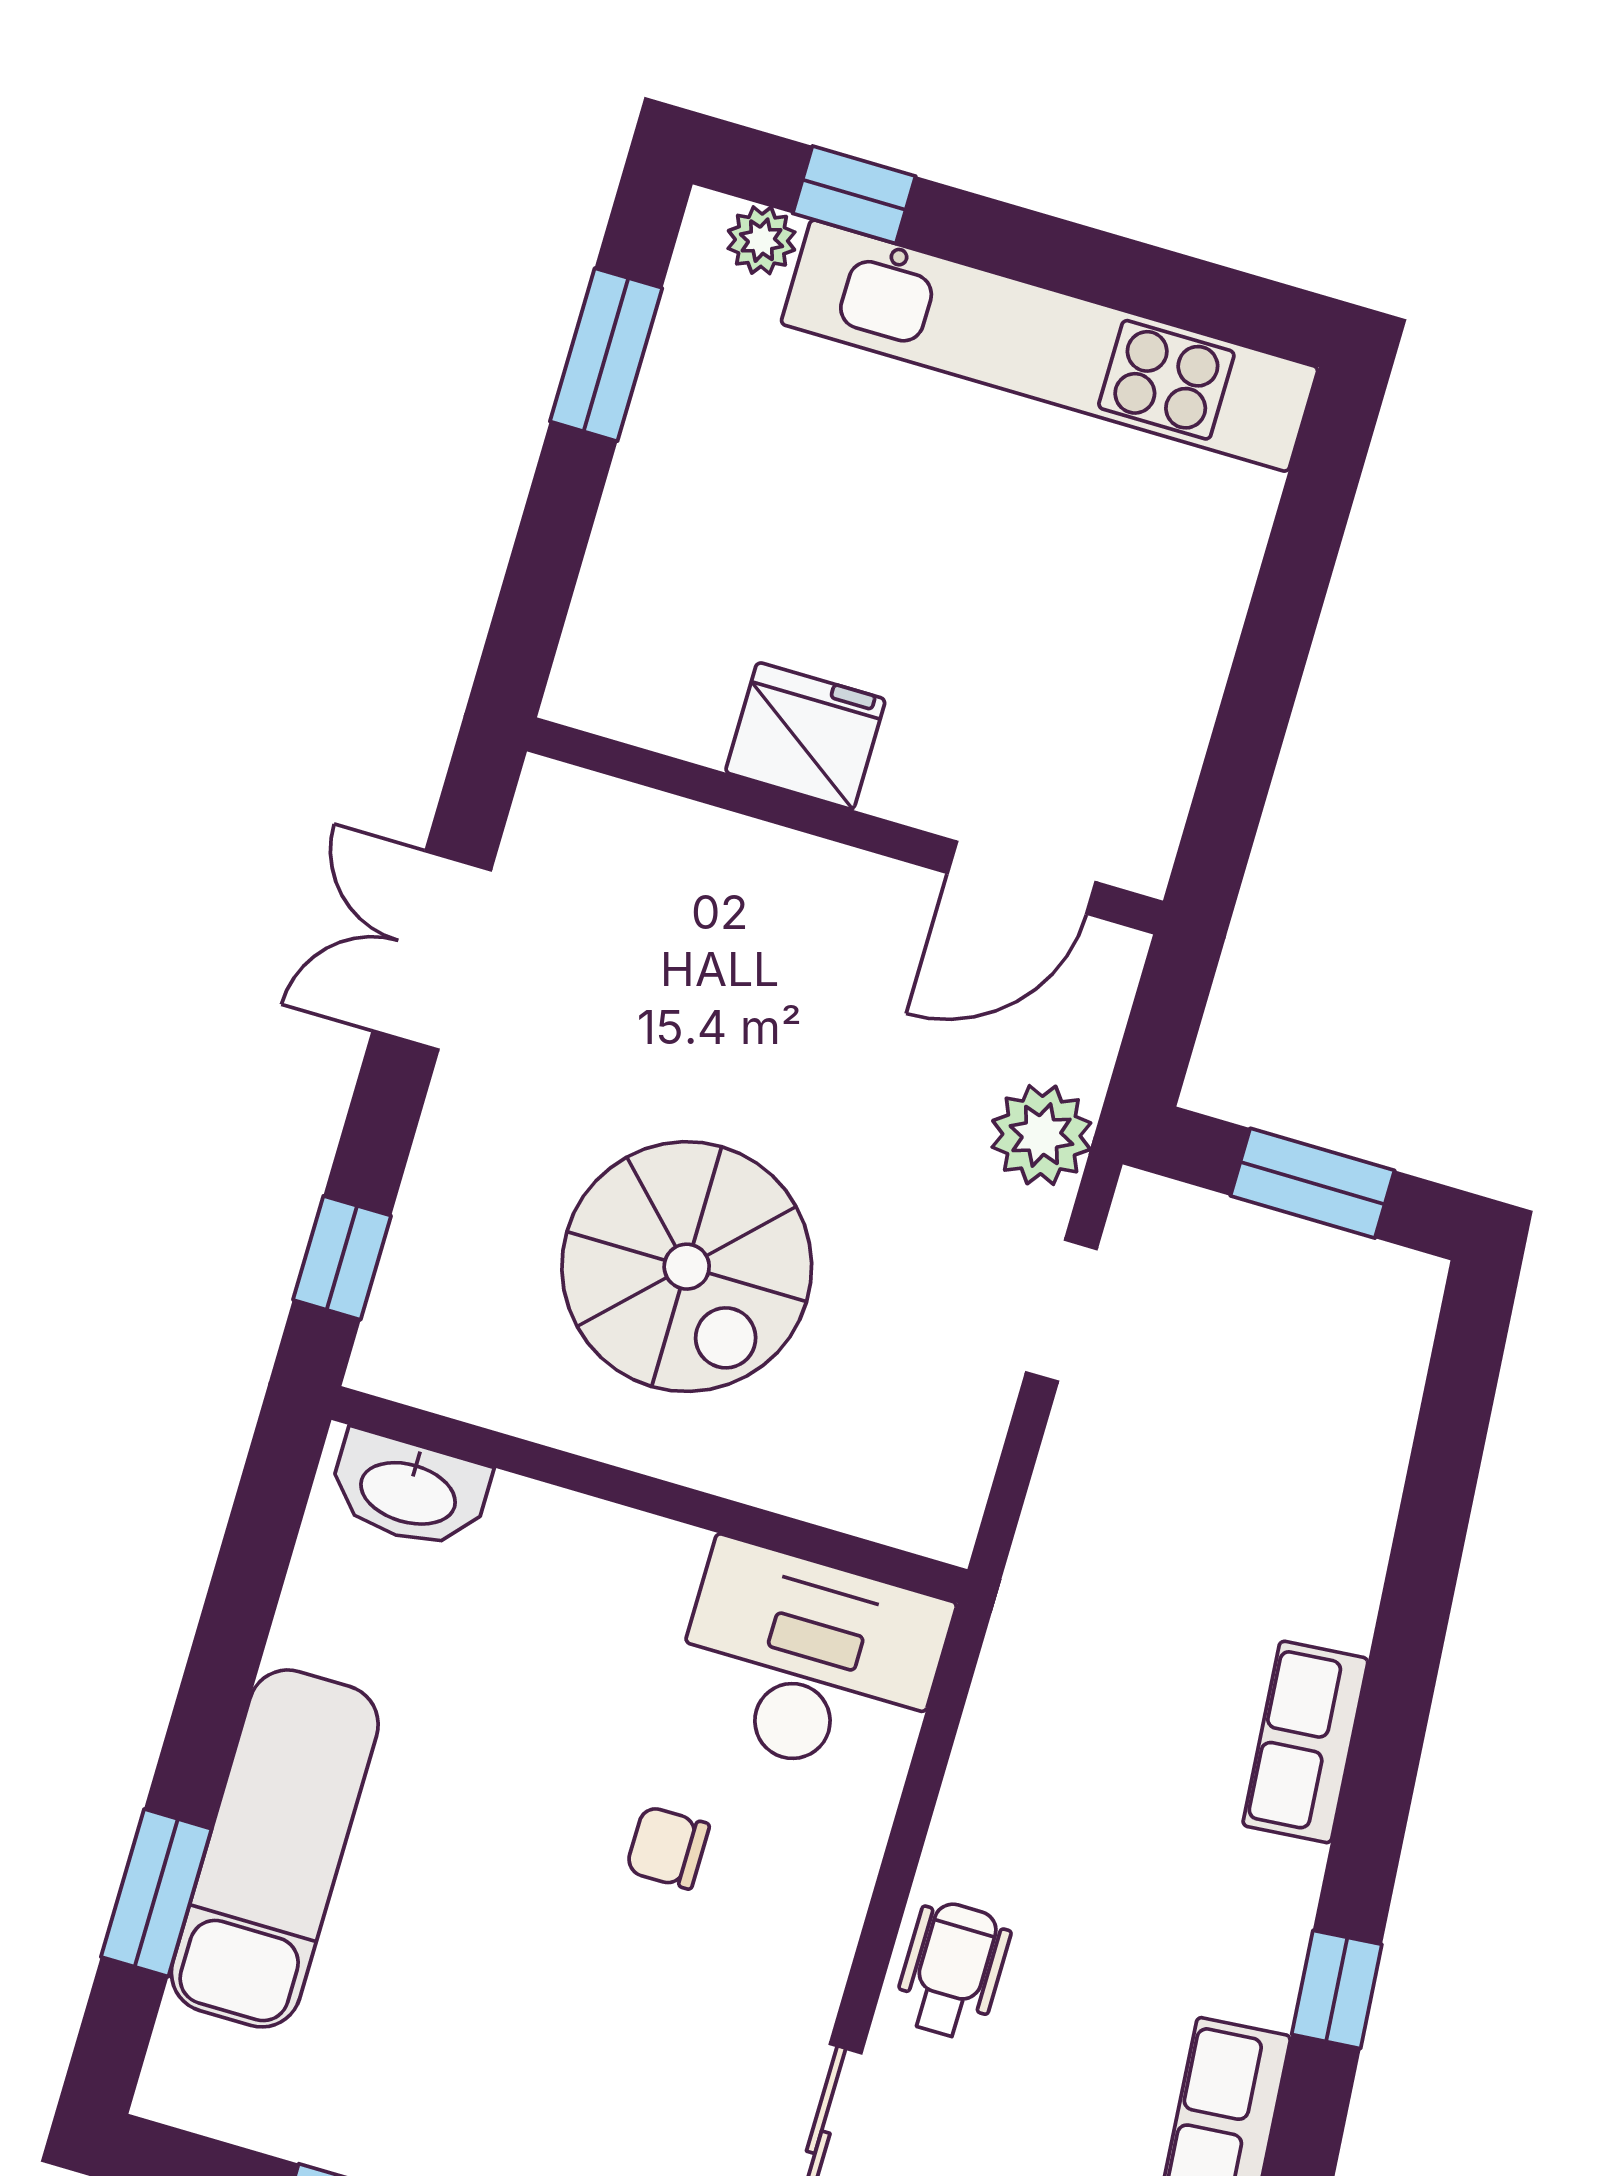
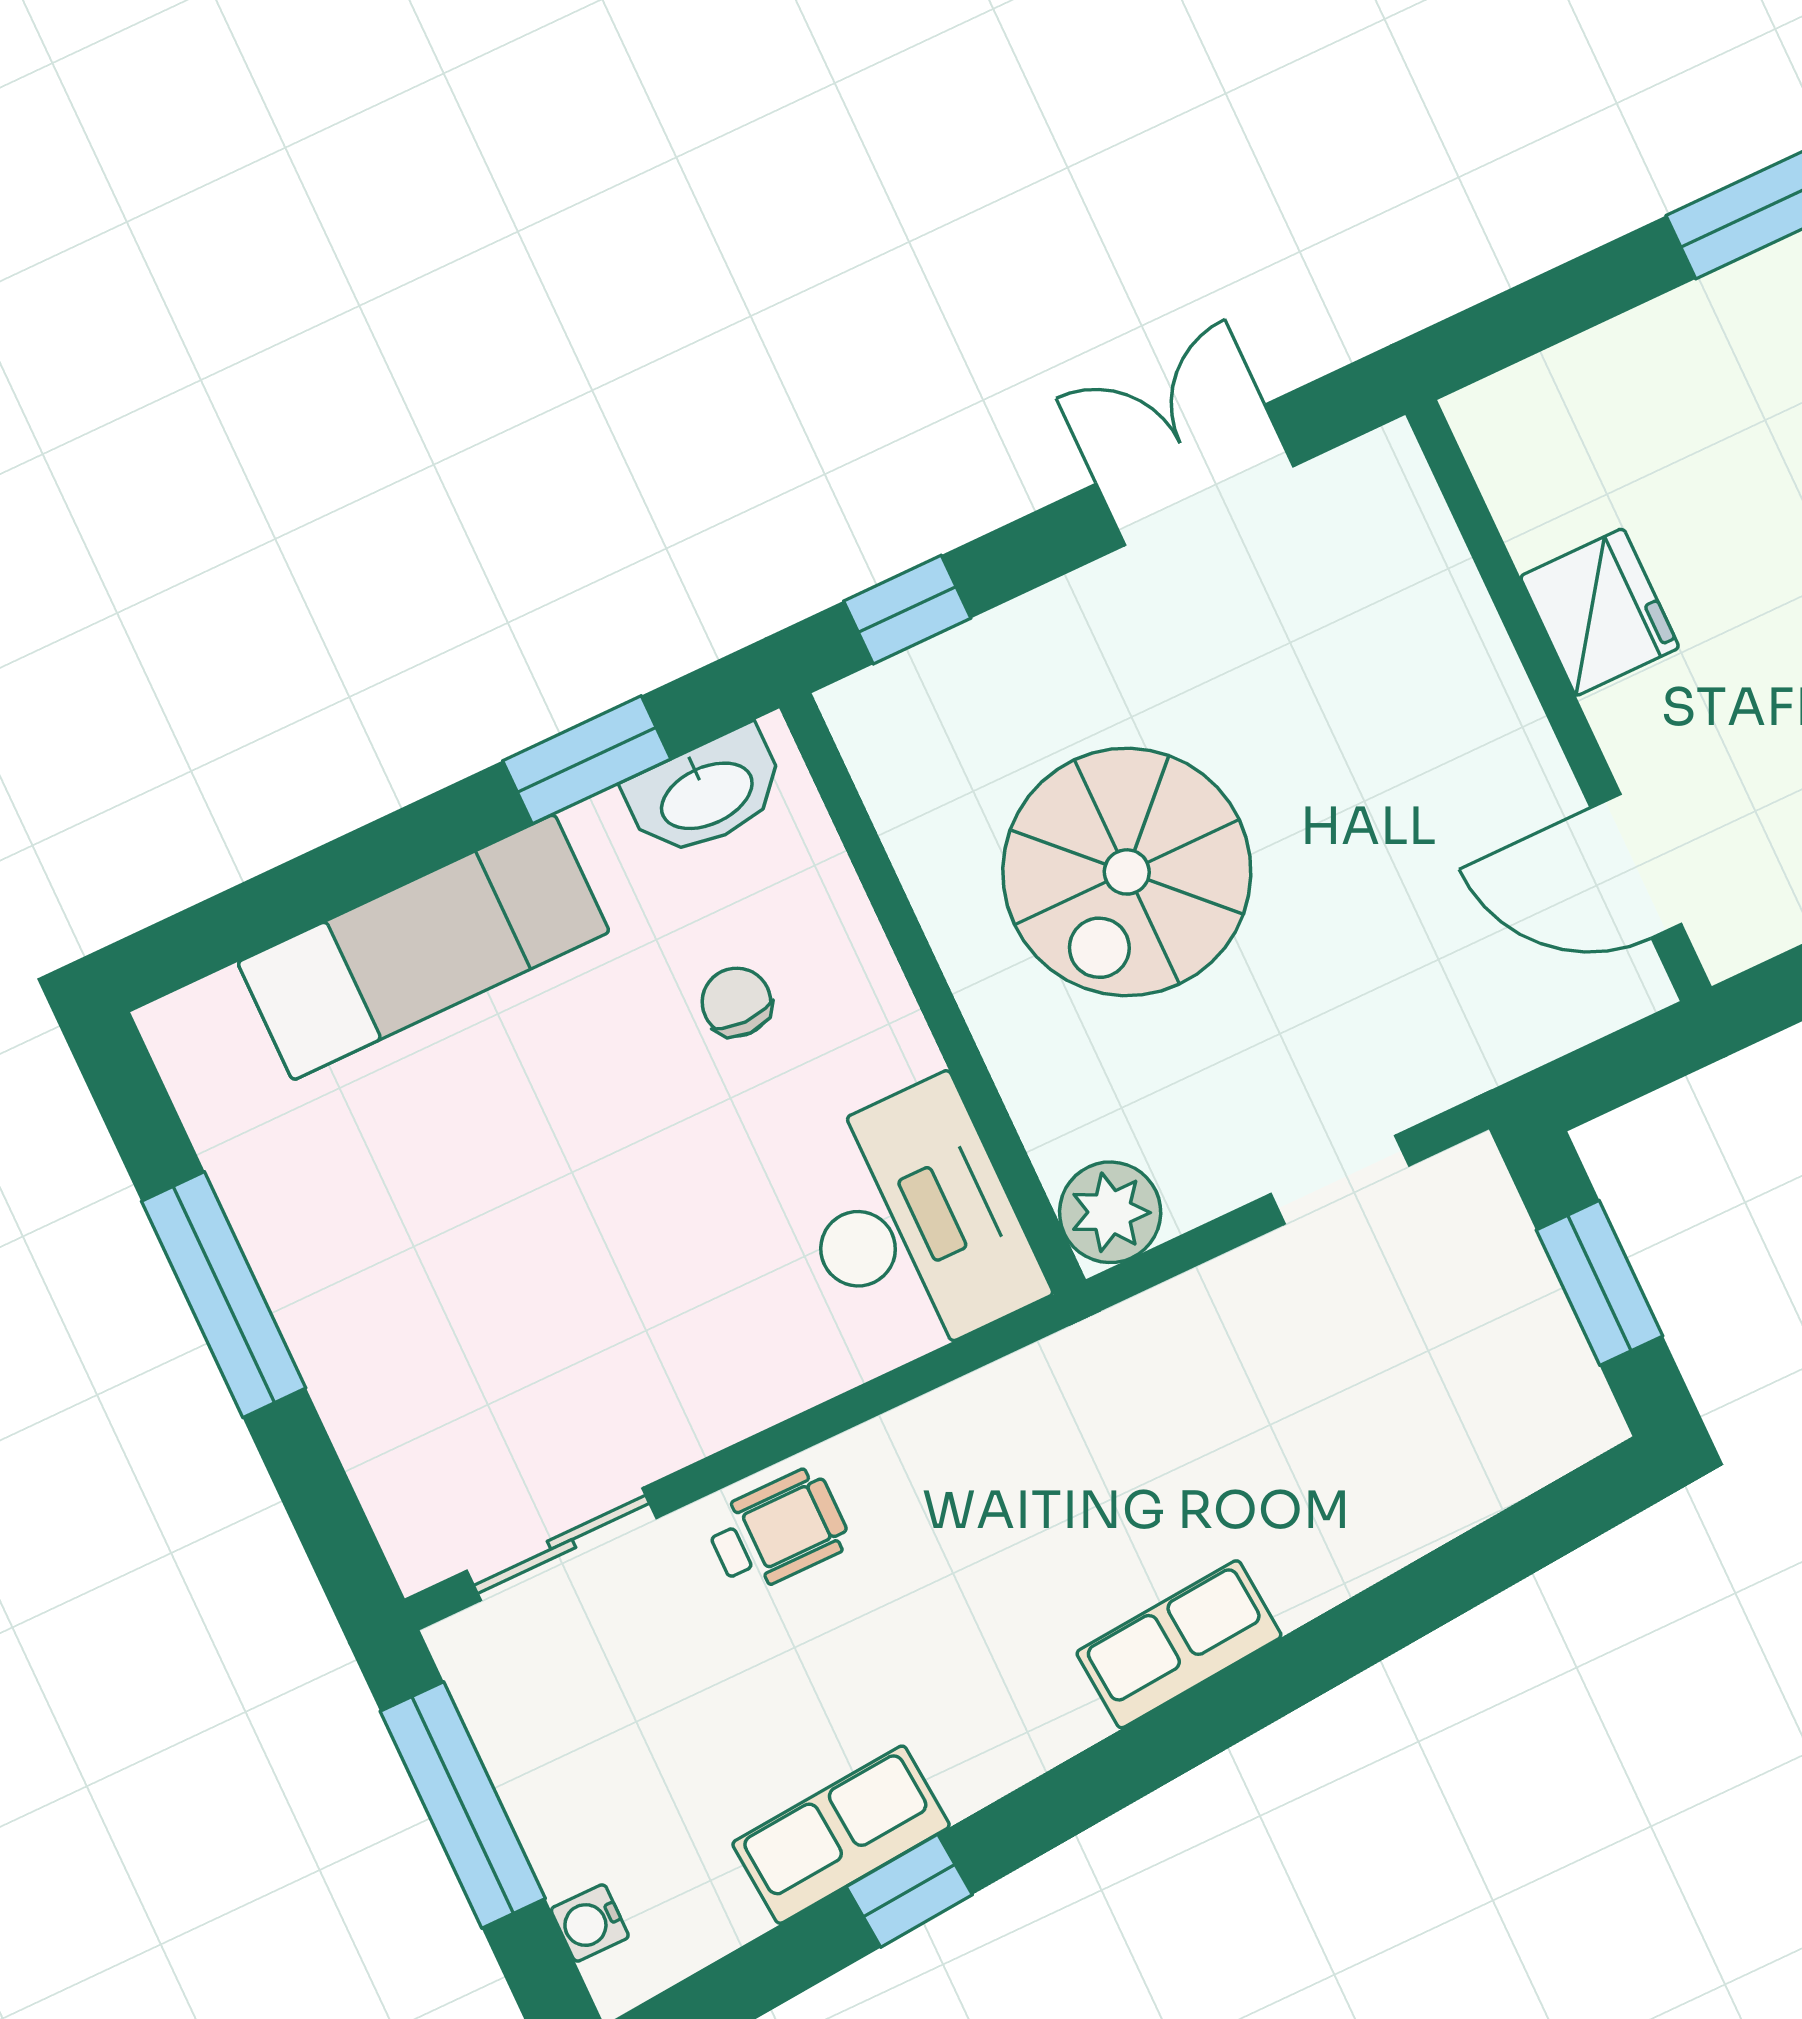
plant: (1041, 1135) -> (1110, 1212), moved
washbasin: (409, 1491) -> (706, 793), moved, turned -90
chair: (668, 1847) -> (736, 1002), moved
window: (156, 1893) -> (587, 760), moved
window: (1337, 1989) -> (909, 1891), moved

